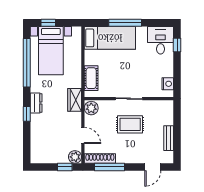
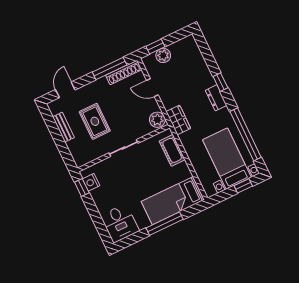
window: (177, 45) -> (82, 187), moved
rug: (130, 124) -> (95, 121), moved, turned 90
plant: (75, 157) -> (163, 55), moved

